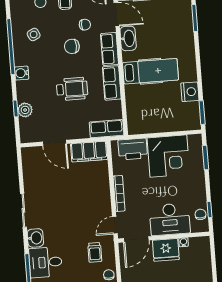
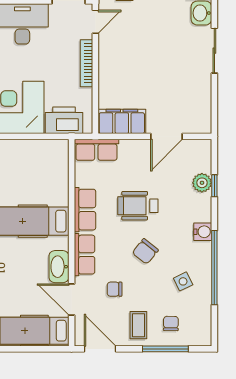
chair: (72, 46) -> (145, 251), moved, turned 129
door: (55, 143) -> (166, 136), swing flipped

